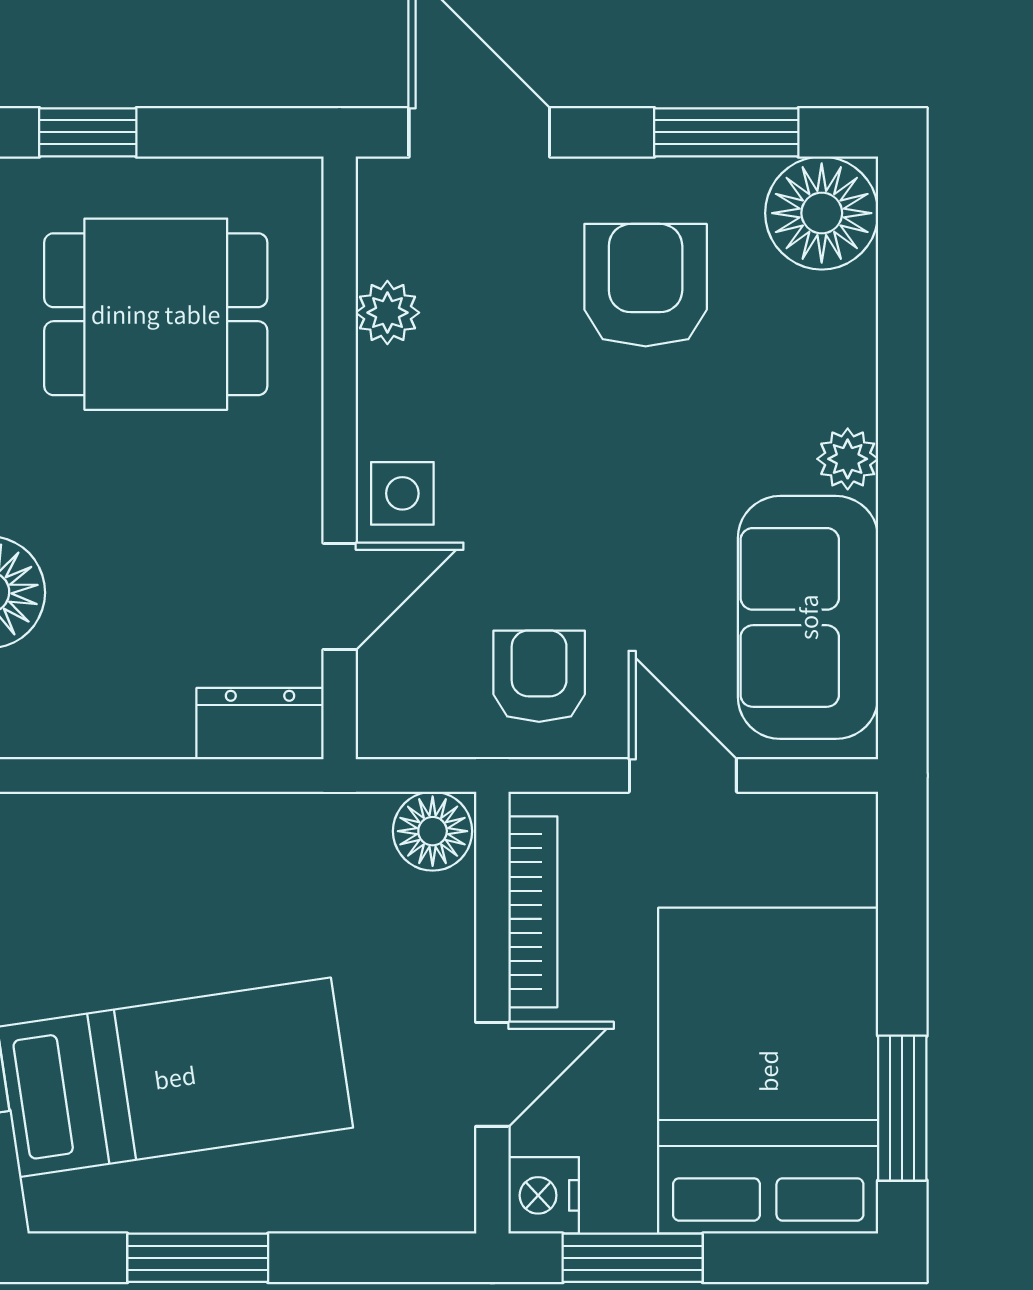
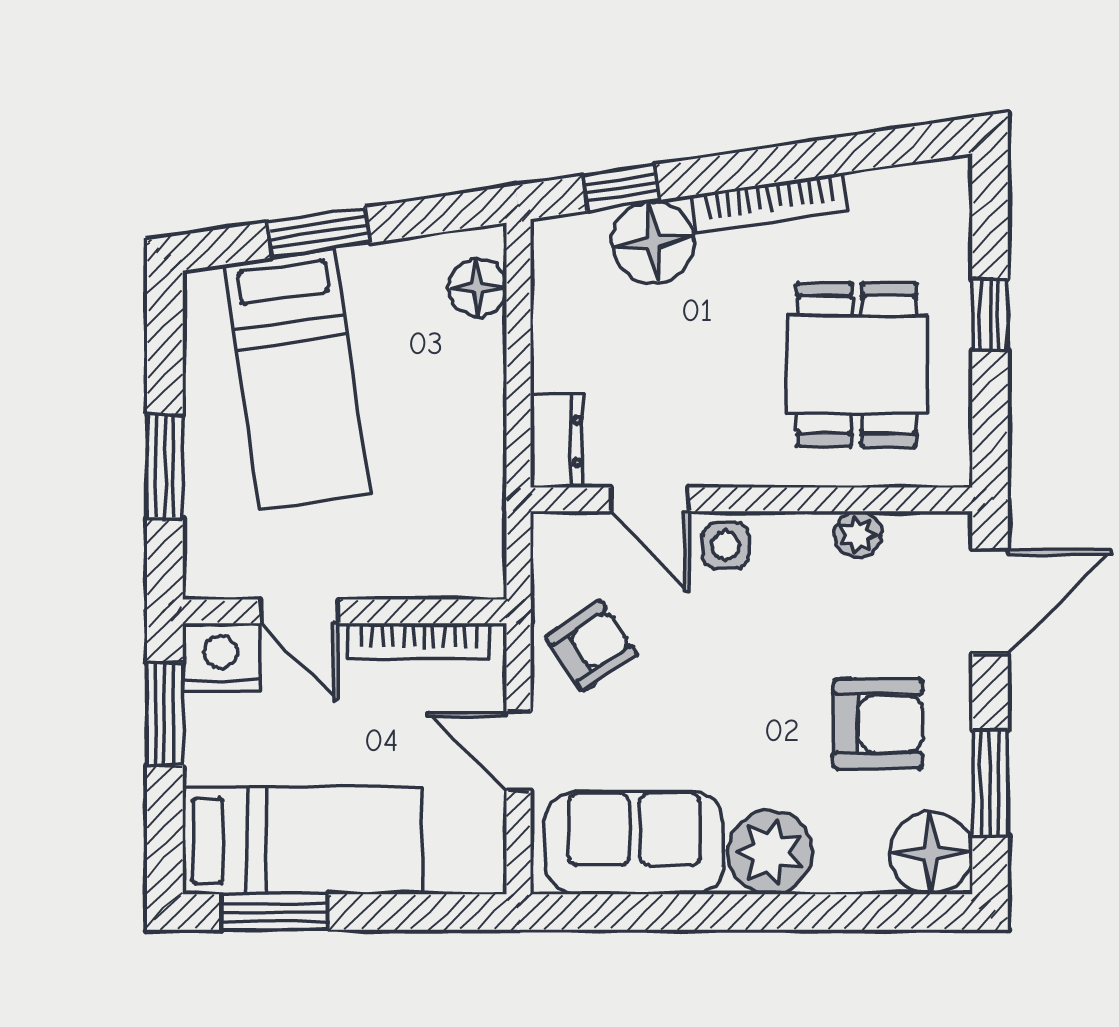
plant: (848, 459) -> (770, 852), width x1.87, depth x1.87
armchair: (539, 676) -> (591, 646), turned -34
door: (683, 775) -> (519, 751), swing flipped
floor lamp: (433, 831) -> (478, 288), moved
bed: (768, 1071) -> (302, 841), width x0.67
nightstand: (544, 1195) -> (221, 657), width x1.36, depth x1.33
window: (198, 1258) -> (165, 467), moved

